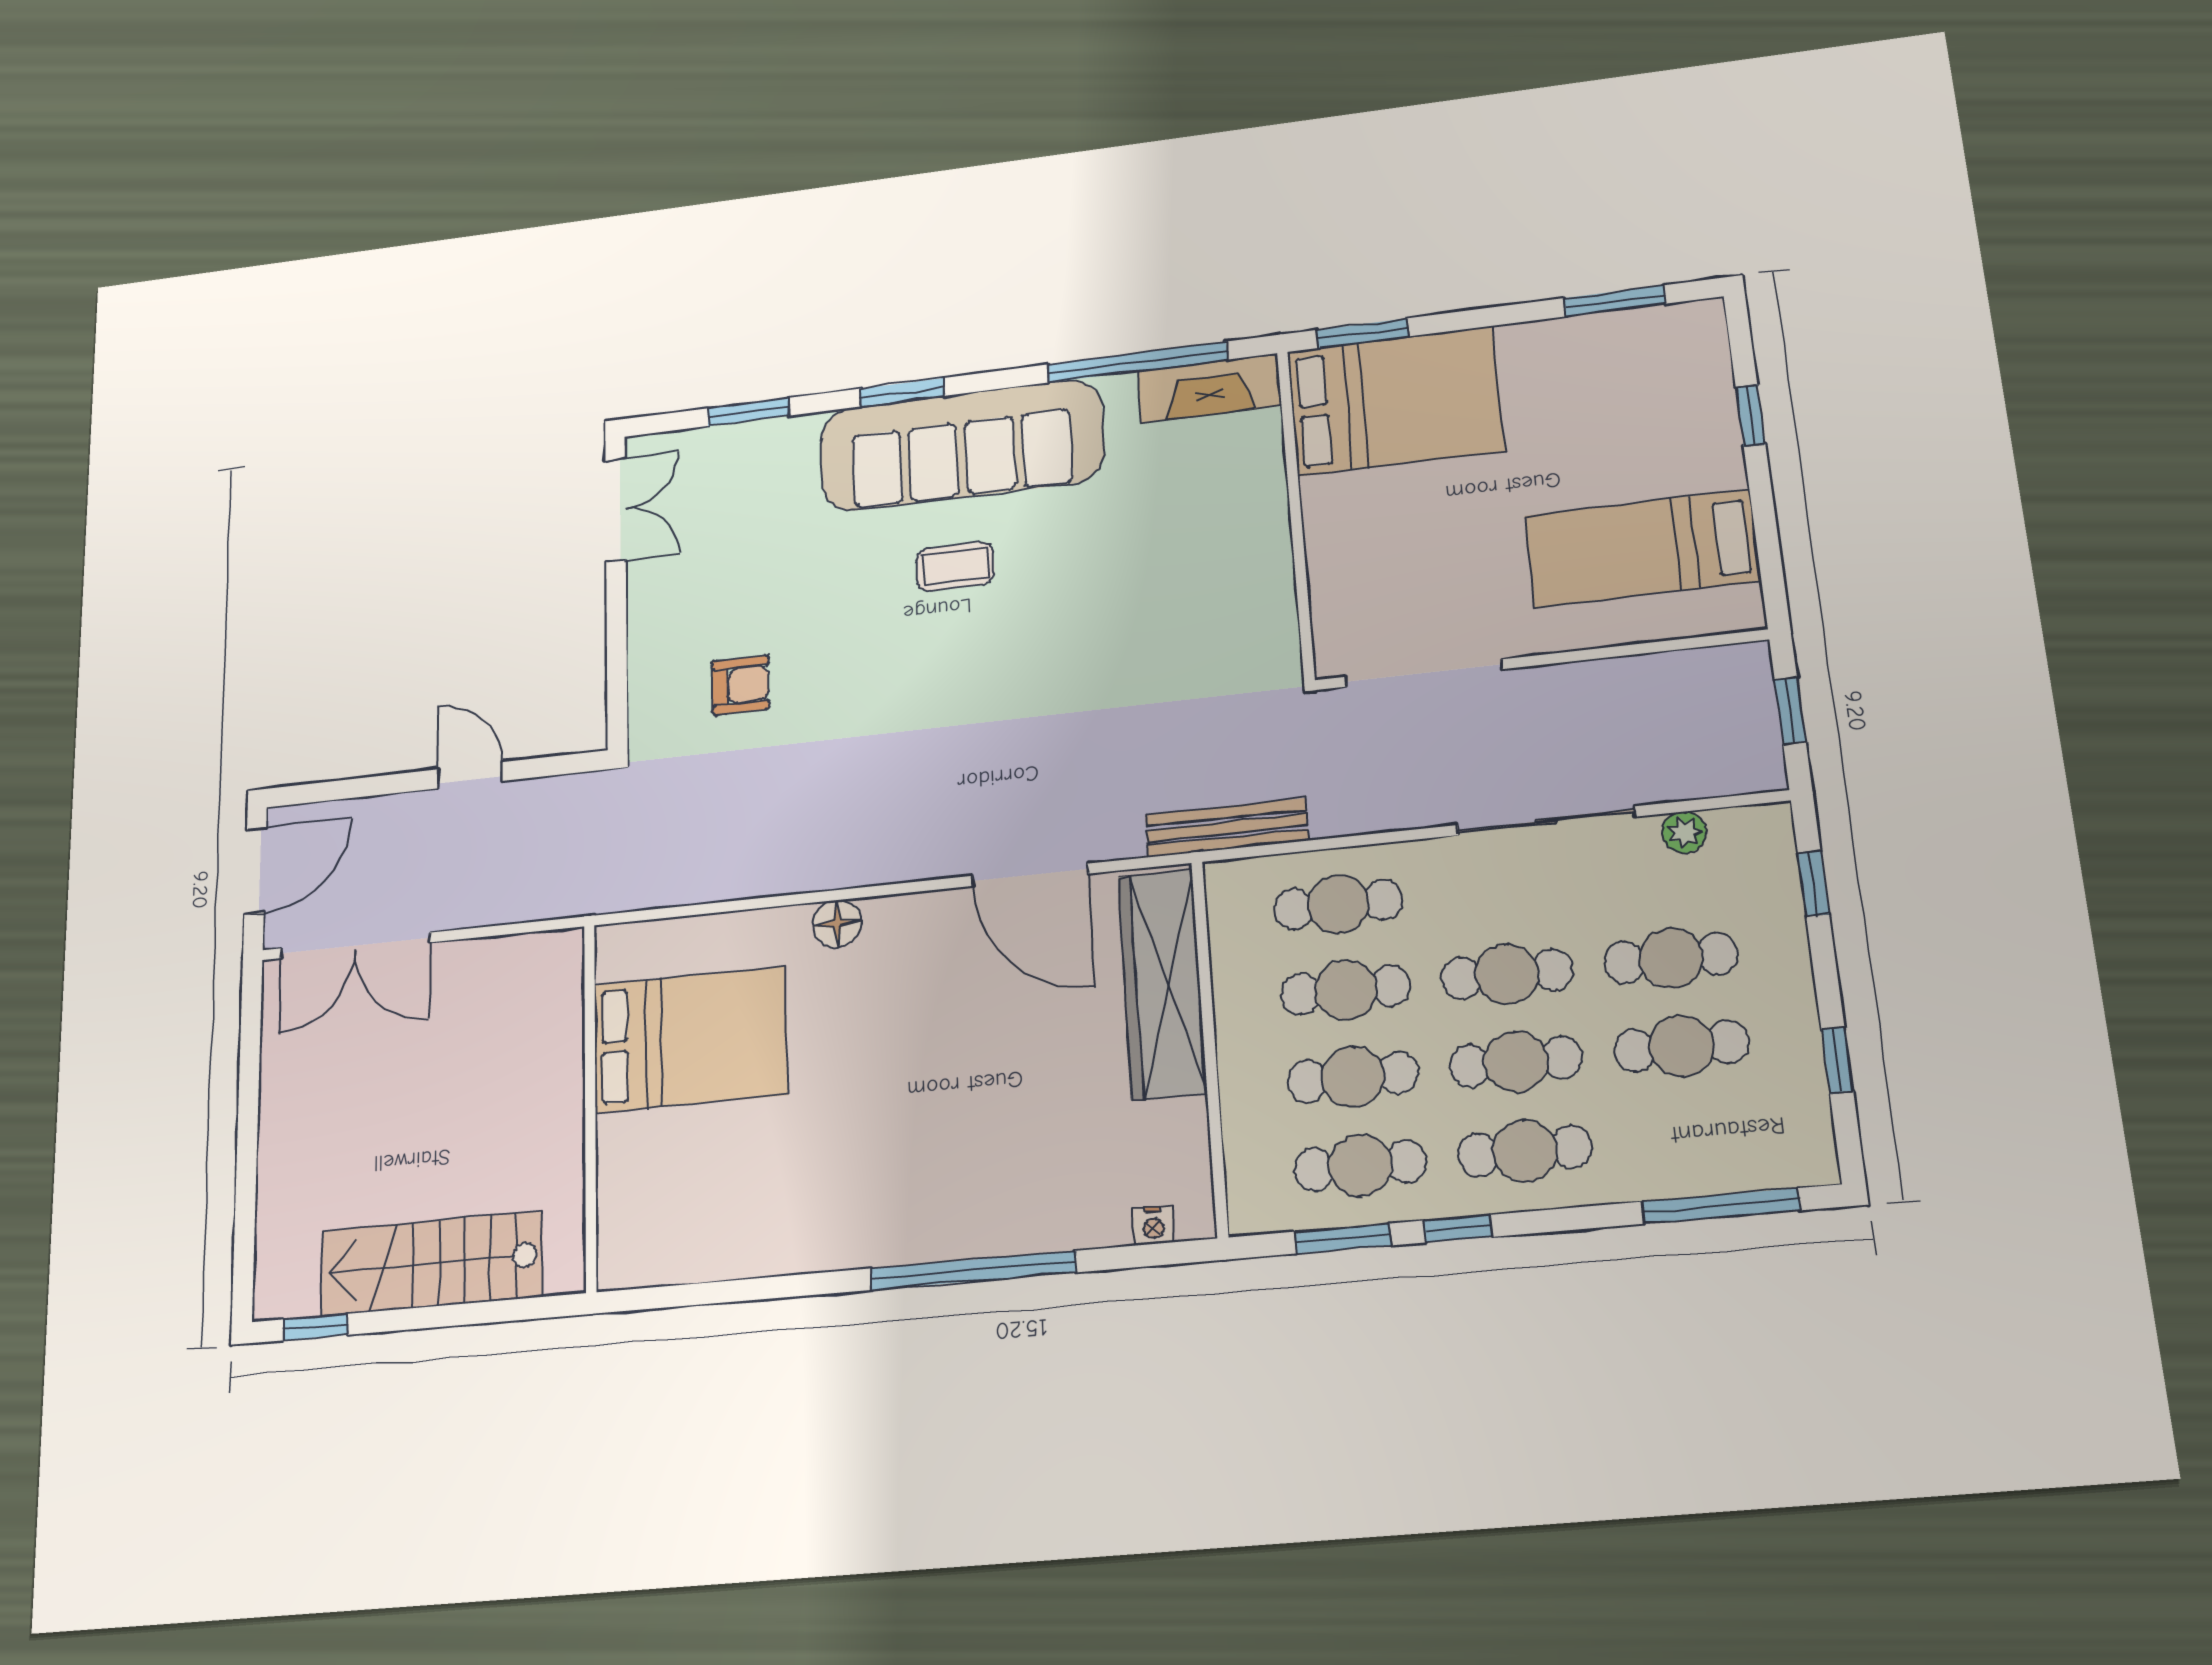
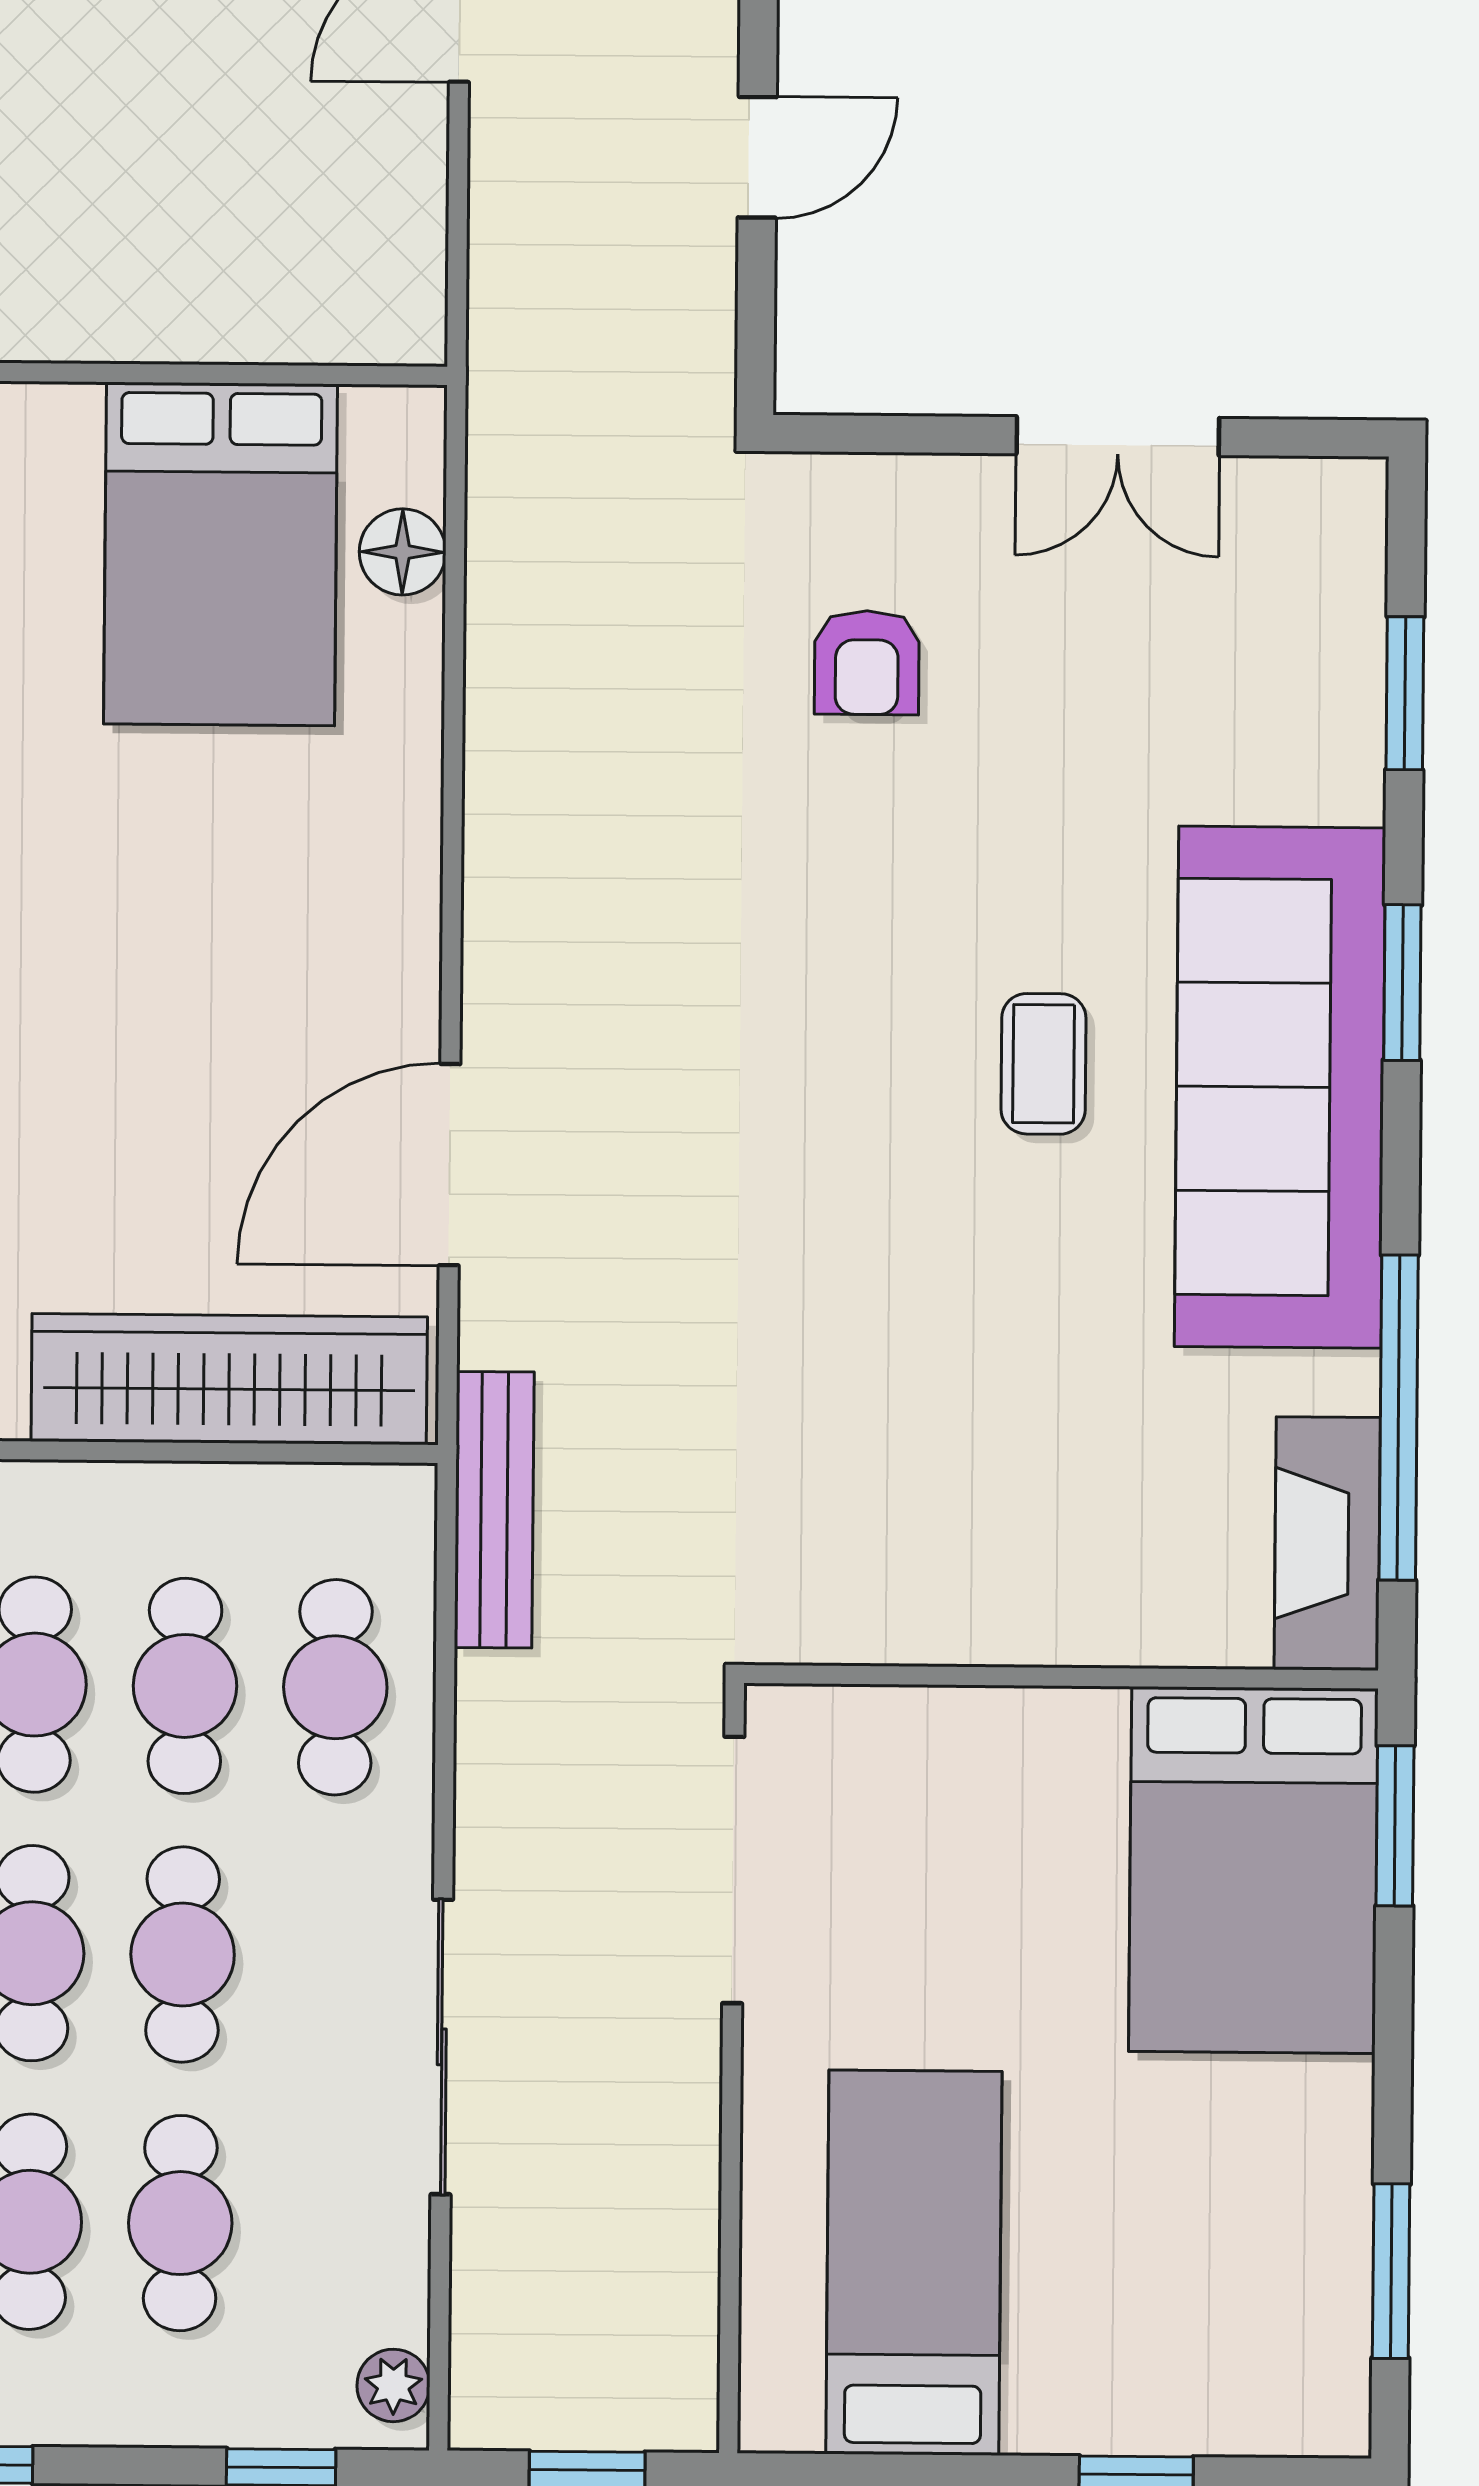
double door: (616, 510) -> (1118, 436), moved
plant: (1684, 832) -> (393, 2385), moved
floor lamp: (837, 924) -> (403, 552), moved

